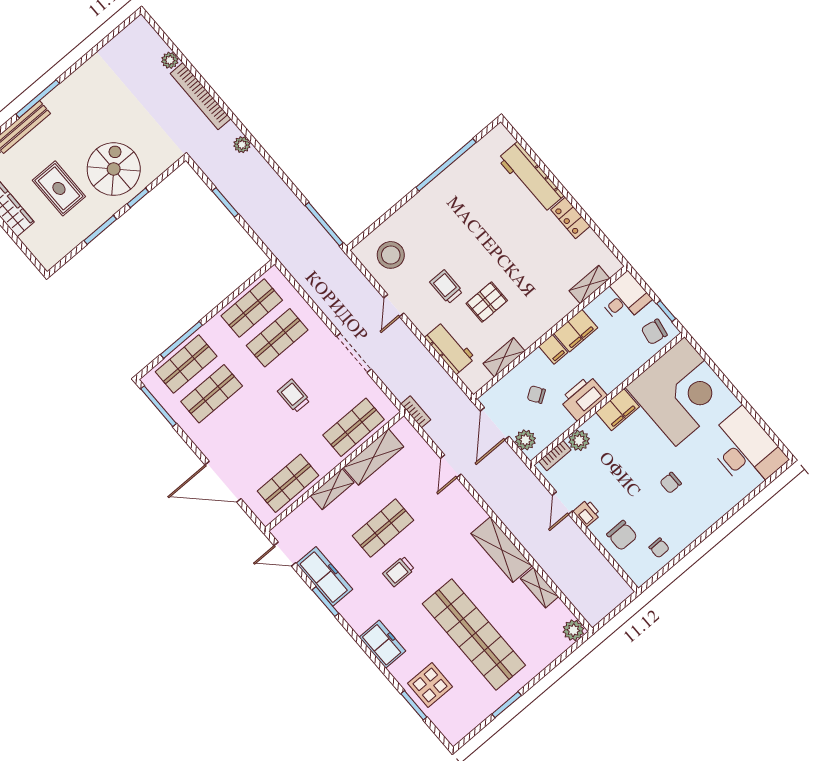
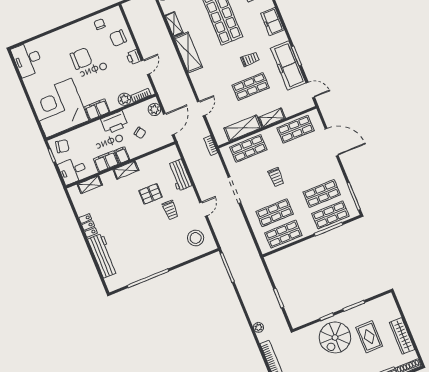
shelving: (504, 357) -> (126, 170), moved
desk: (745, 450) -> (27, 59), width x0.73, depth x0.77
chair: (671, 483) -> (81, 59), width x1.87, depth x1.87
chair: (622, 535) -> (118, 38), turned -90
freezer: (324, 576) -> (288, 65), width x1.36, depth x1.26

